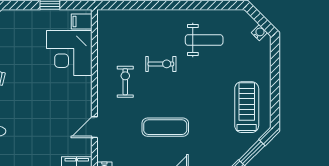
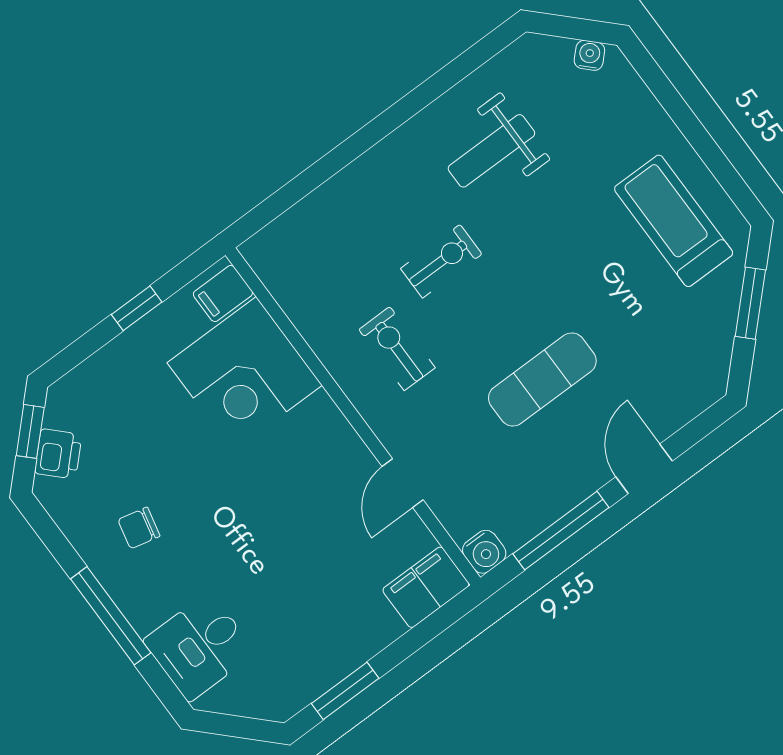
weight bench: (204, 40) -> (491, 151), turned 180

